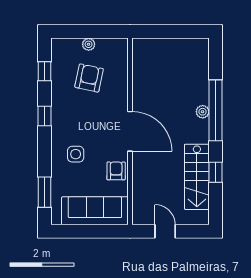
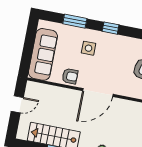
window: (44, 116) -> (111, 28), moved
window: (44, 192) -> (75, 21), moved

